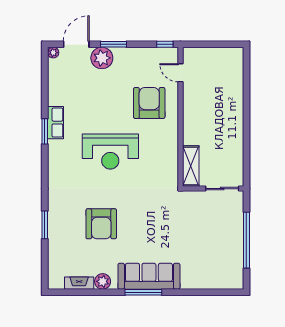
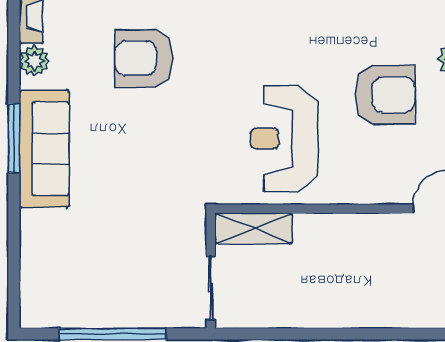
armchair: (149, 103) -> (385, 95), moved
reception desk: (110, 152) -> (284, 139), moved

